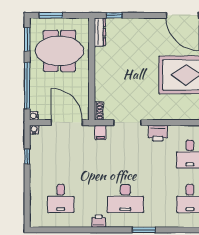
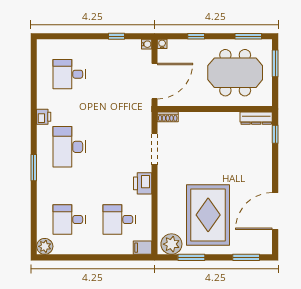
meeting table: (59, 51) -> (235, 73), turned 90
window: (27, 86) -> (196, 36), width x0.32
filing cabinet: (100, 132) -> (143, 119), removed

